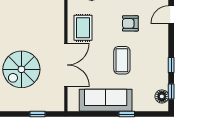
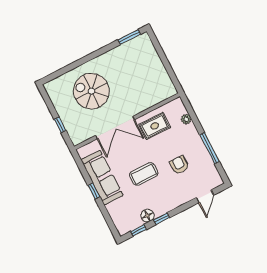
door: (171, 15) -> (205, 196), swing flipped
floor lamp: (162, 96) -> (148, 216), moved
window: (127, 114) -> (94, 191), moved

